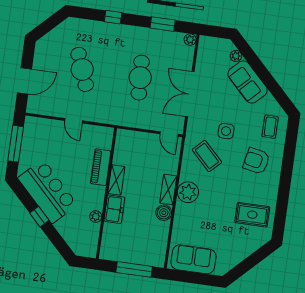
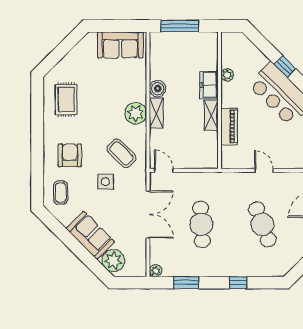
plant: (236, 56) -> (113, 260), width x1.88, depth x1.88
armchair: (256, 161) -> (70, 155), turned -101
rug: (252, 215) -> (66, 99), turned 90

